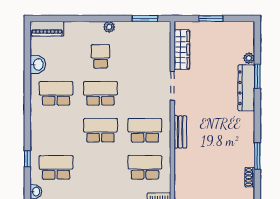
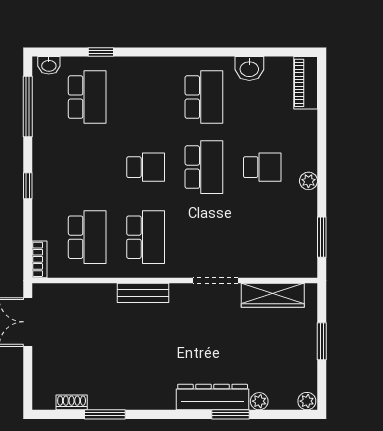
plant: (249, 28) -> (307, 401), added
school desk: (100, 130) -> (146, 167), width x0.54

